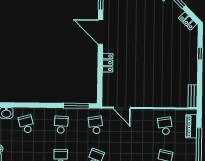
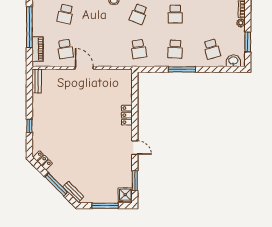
door: (100, 32) -> (135, 148), width x0.53
window: (76, 106) -> (182, 69), moved
door: (122, 108) -> (84, 68), moved

